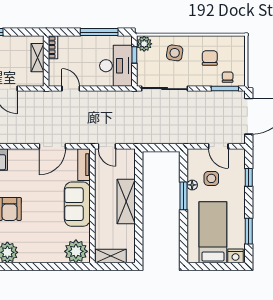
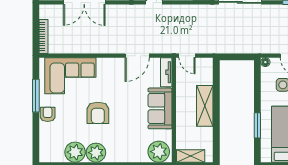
floor lamp: (192, 185) -> (265, 62), moved
window: (184, 196) -> (257, 125), moved

